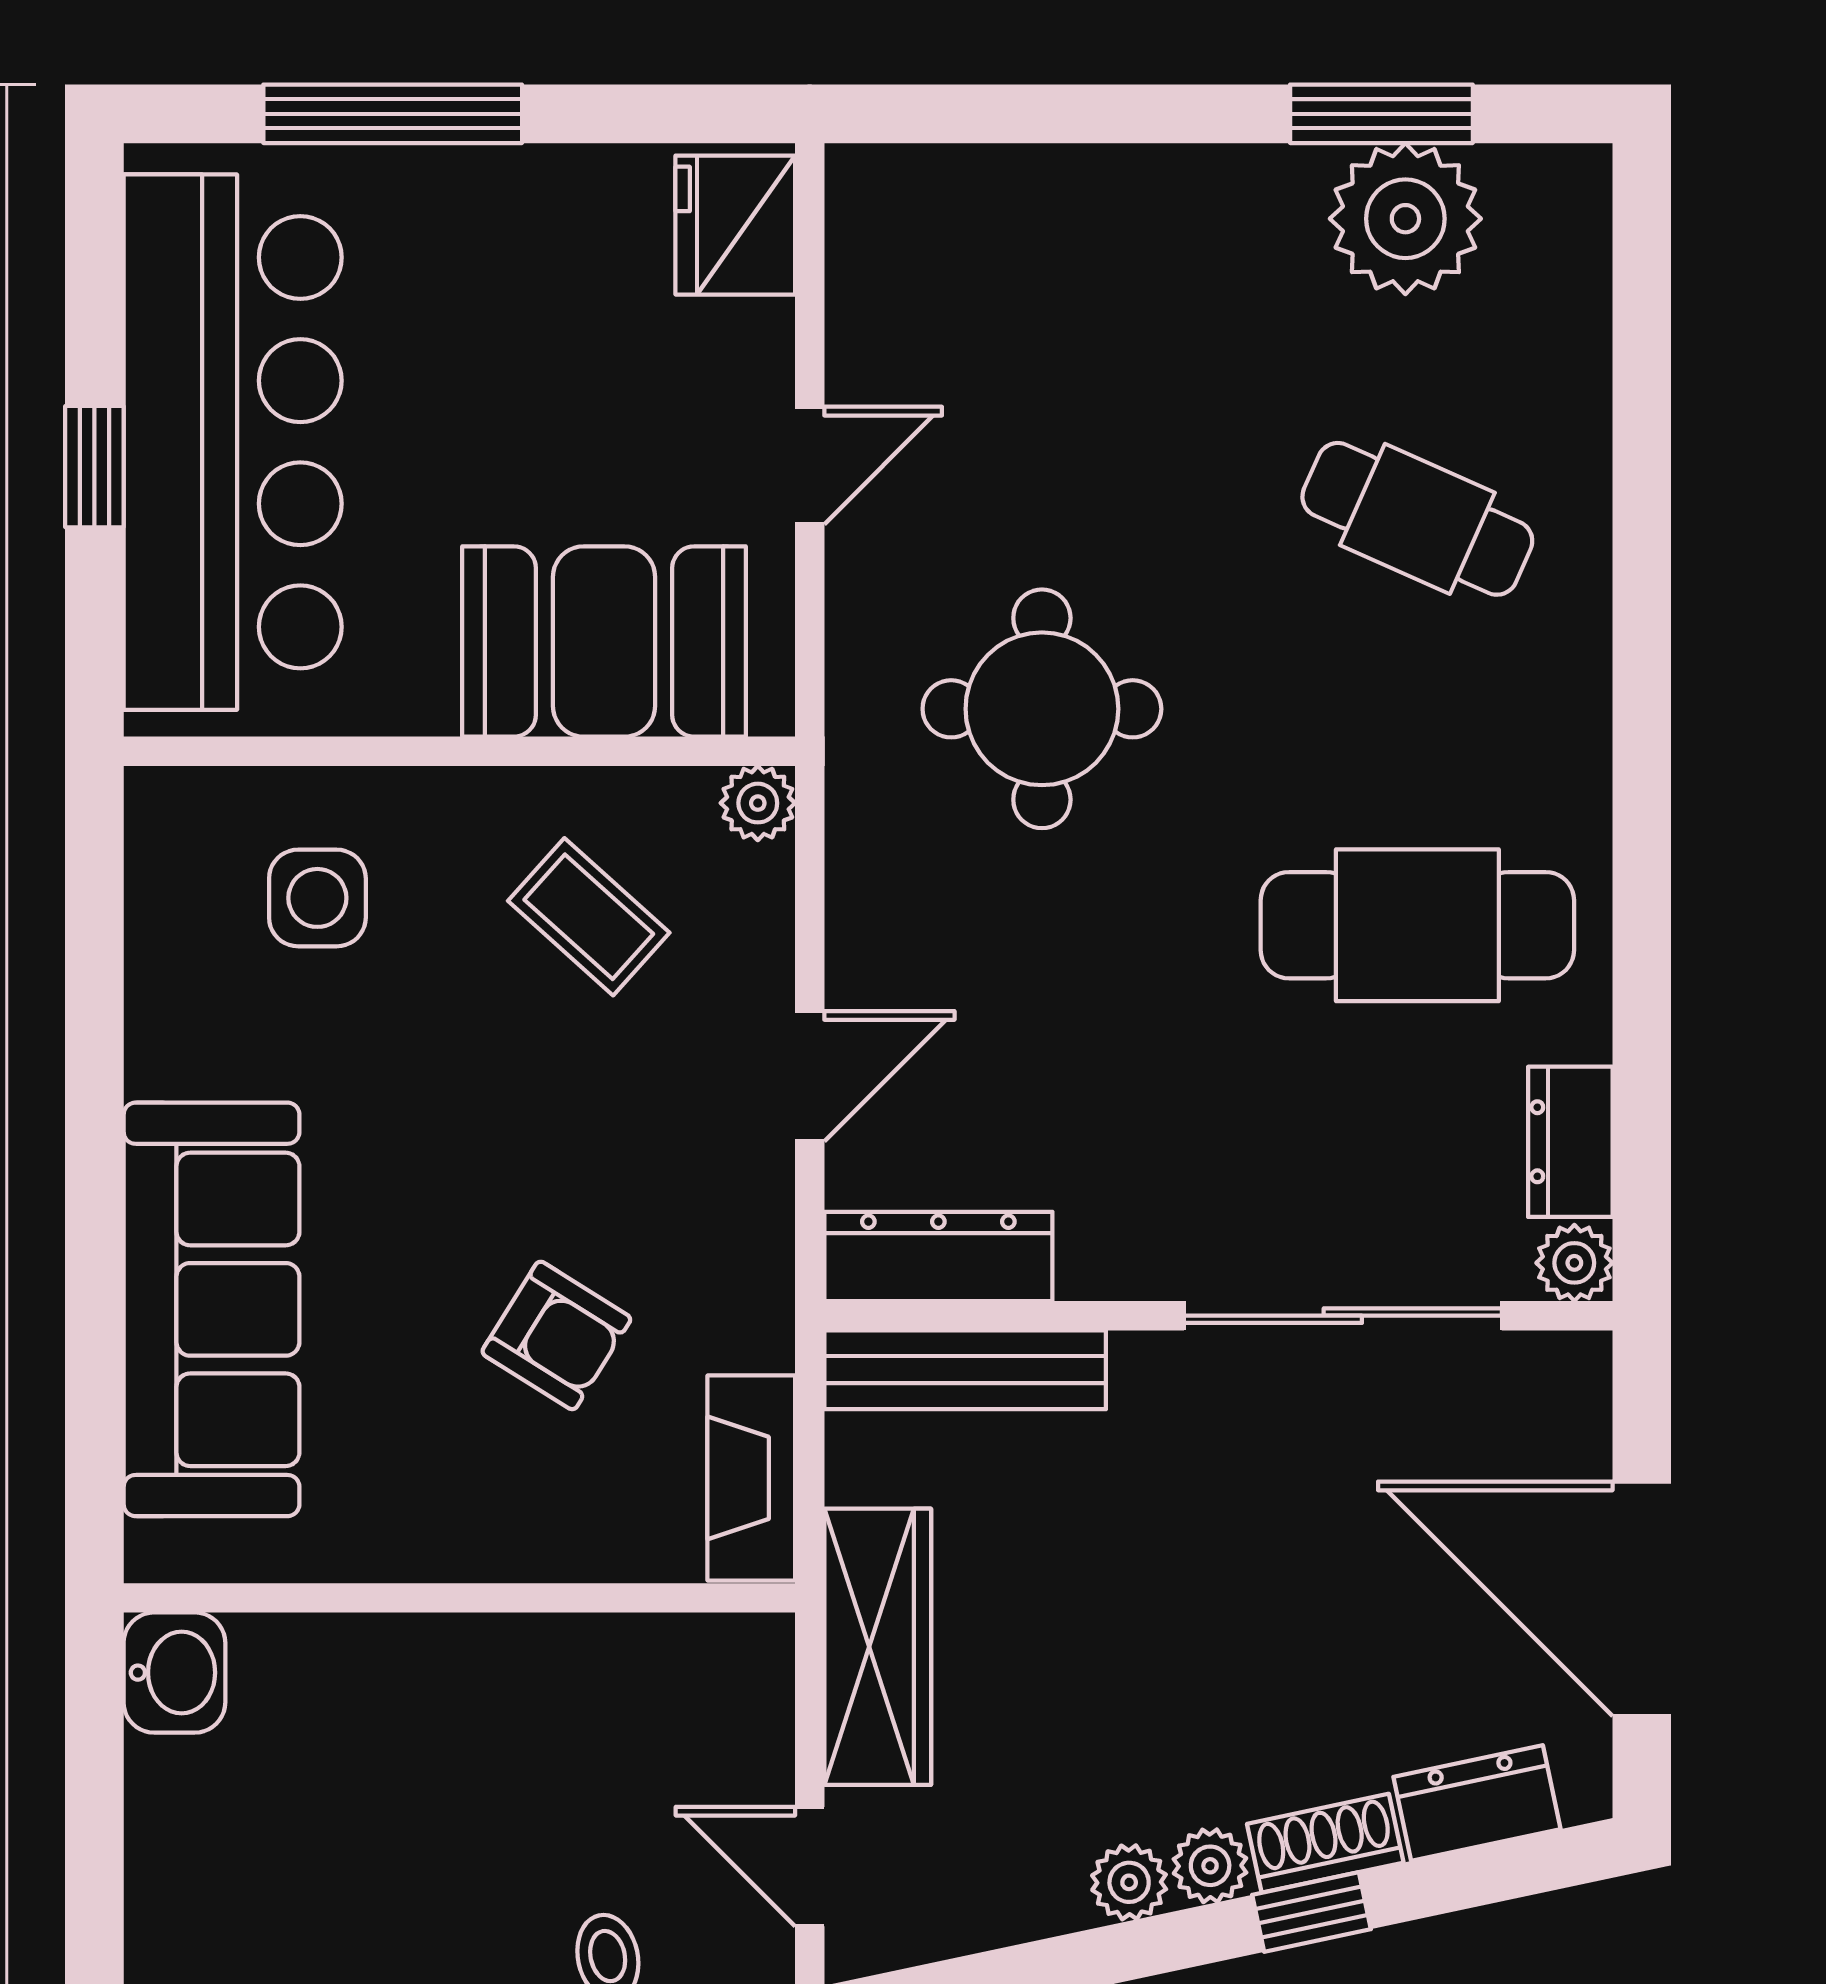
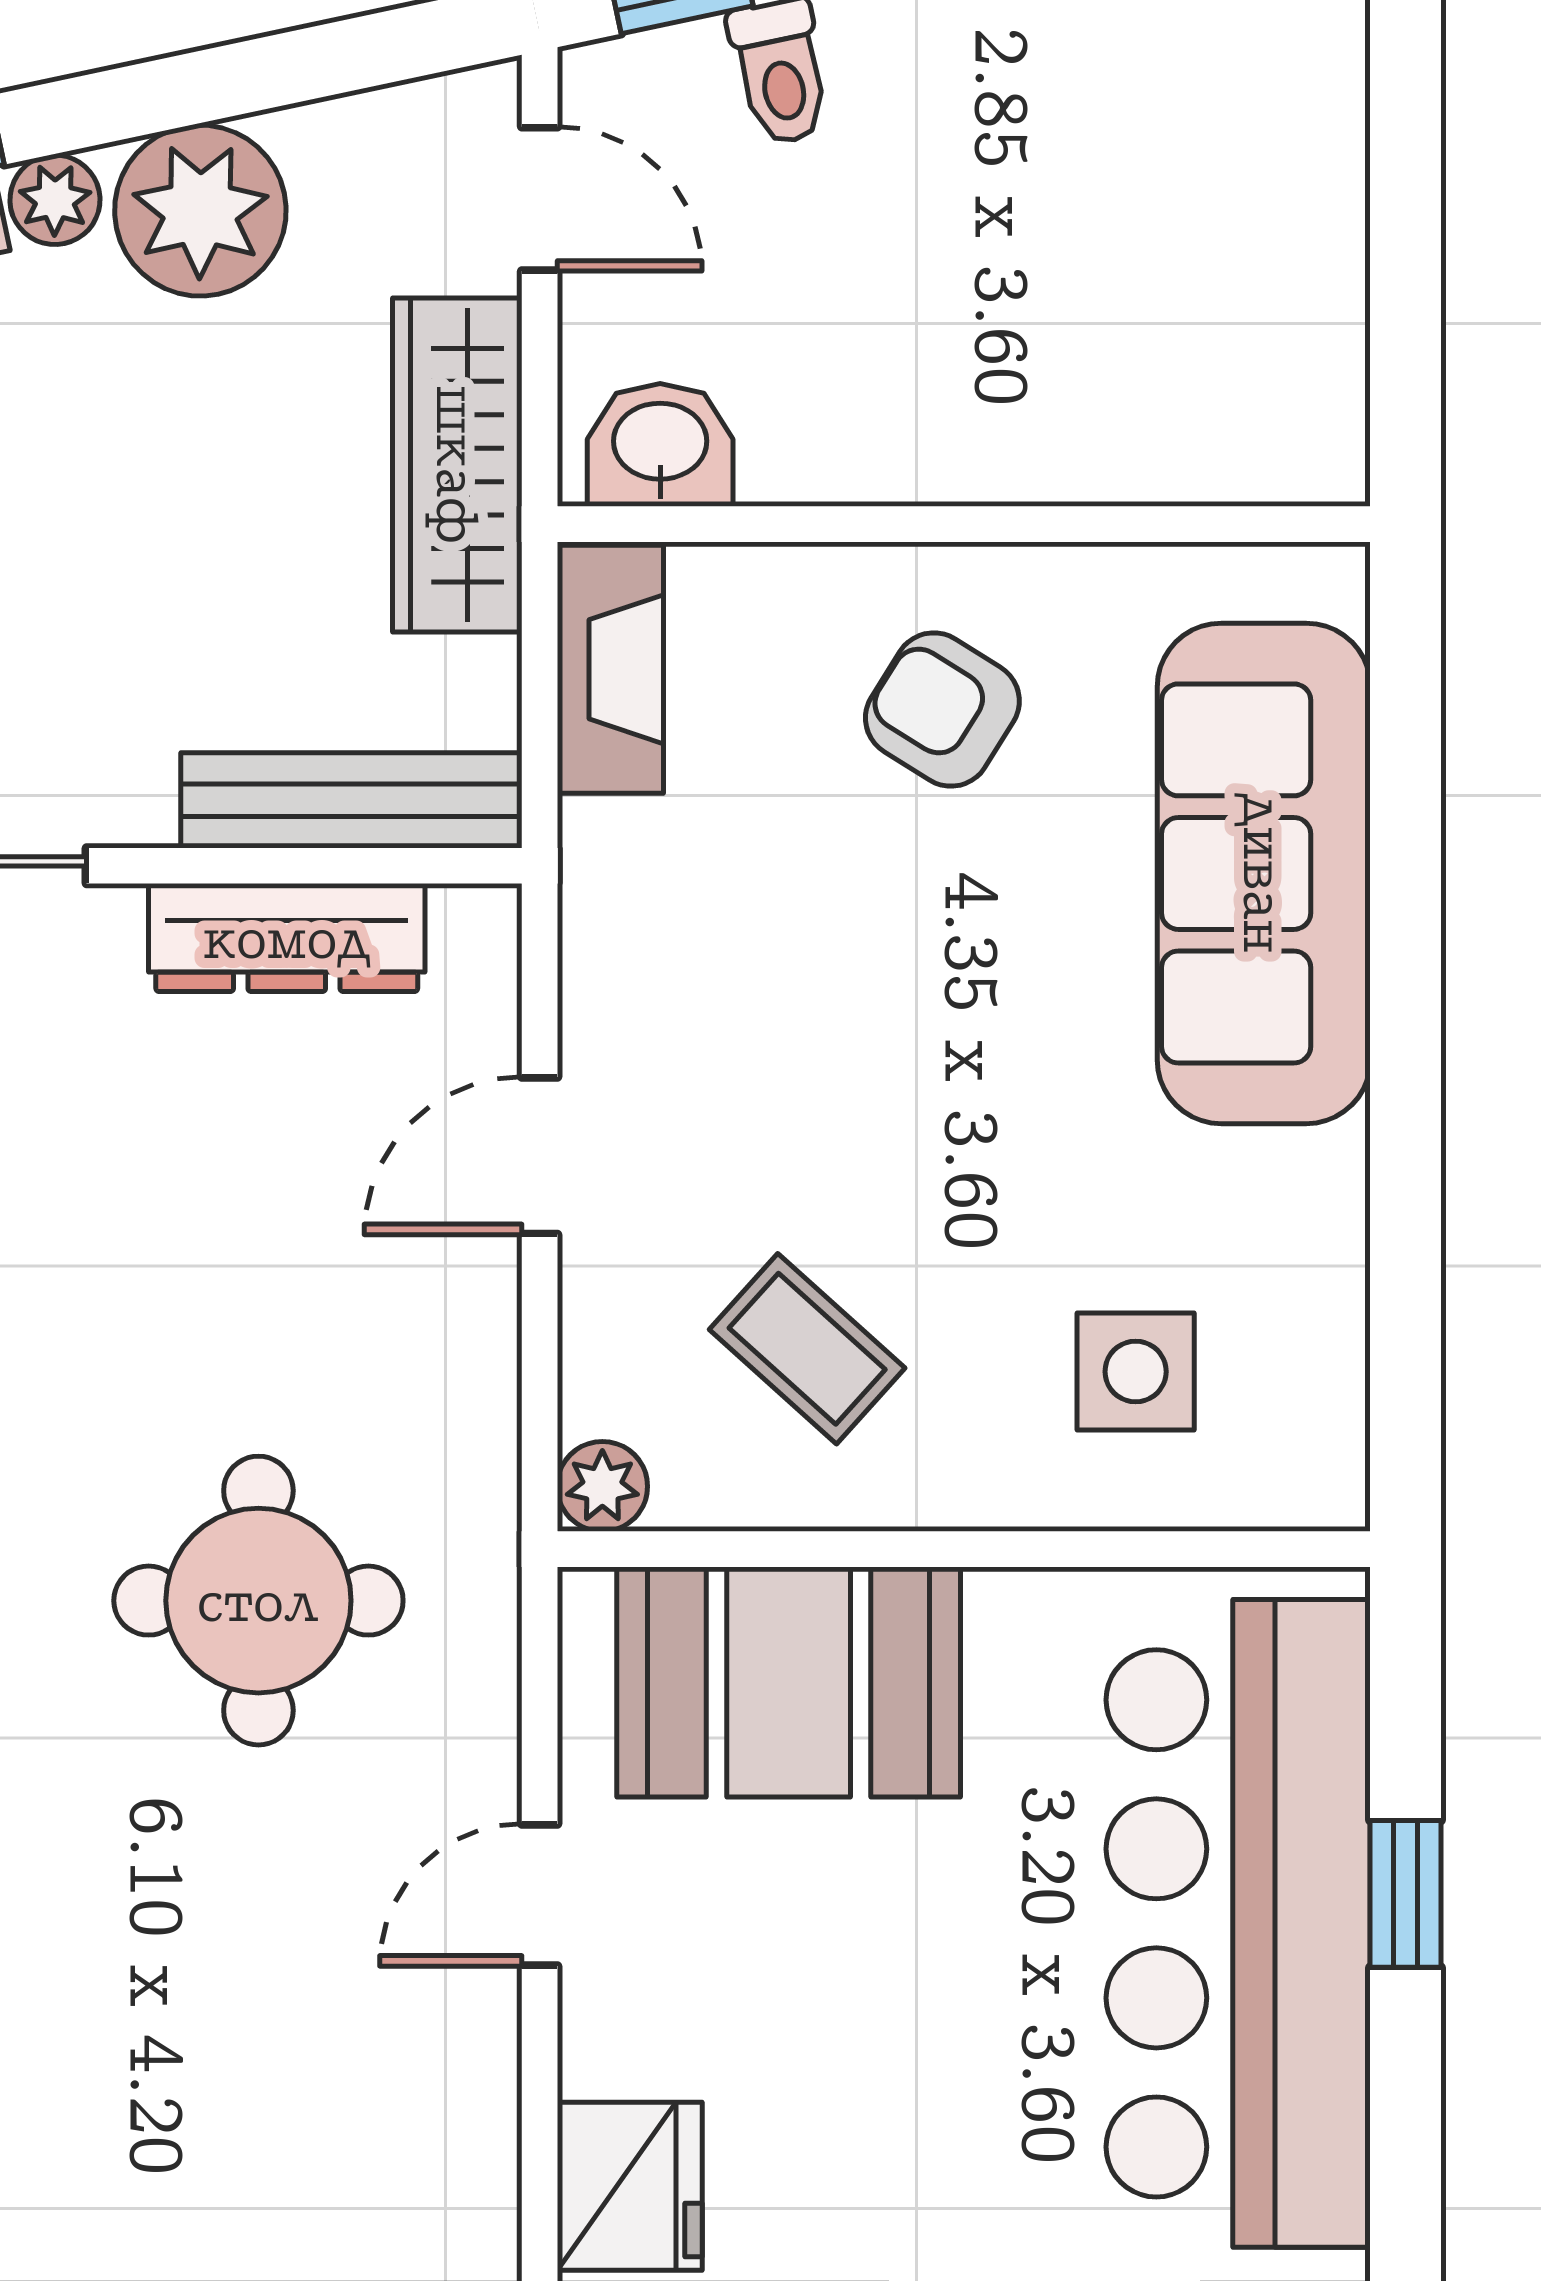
dresser: (938, 1256) -> (287, 938), moved
armchair: (556, 1335) -> (942, 709), moved
washbasin: (174, 1673) -> (660, 445), moved, turned 90
plant: (1129, 1882) -> (200, 211), width x1.88, depth x1.88

